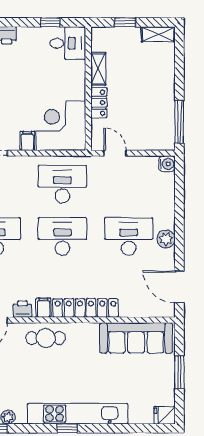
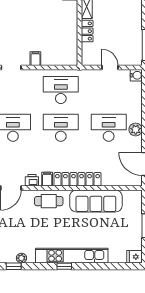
corner desk: (61, 126) -> (60, 48), removed
door: (115, 153) -> (110, 68), moved
sofa: (136, 338) -> (96, 201), moved

